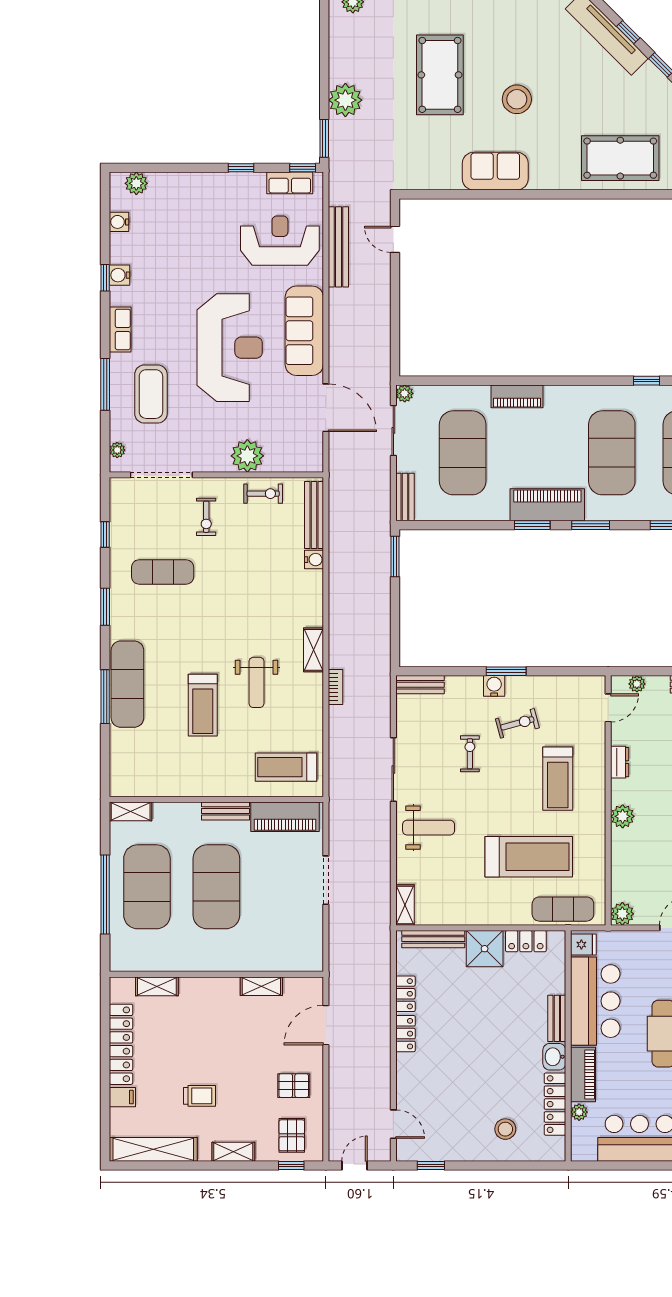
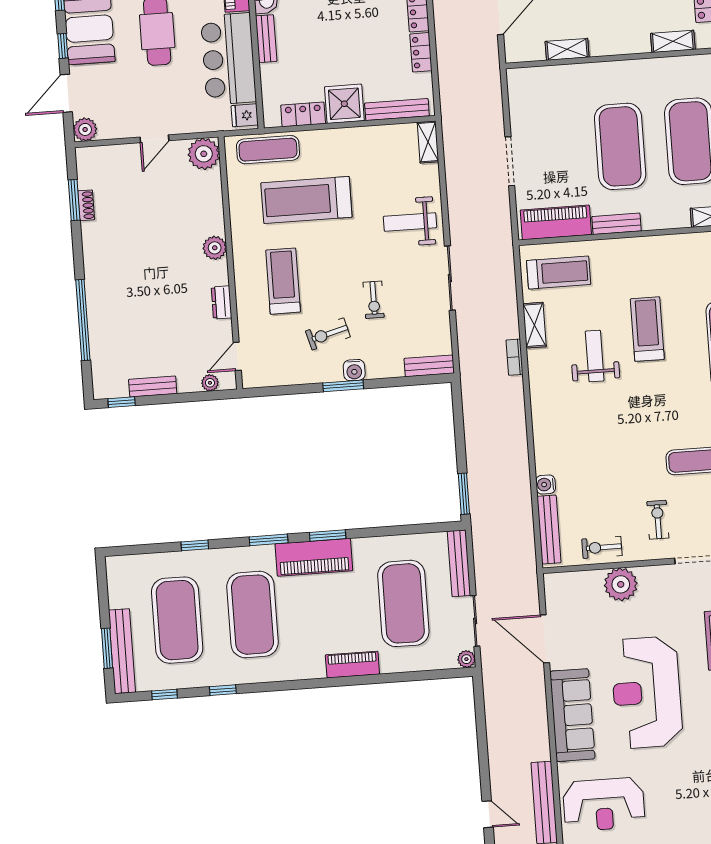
bench: (405, 497) -> (459, 563), width x1.36
shelving: (313, 650) -> (535, 325), moved
plant: (622, 914) -> (204, 154), width x1.36, depth x1.36

